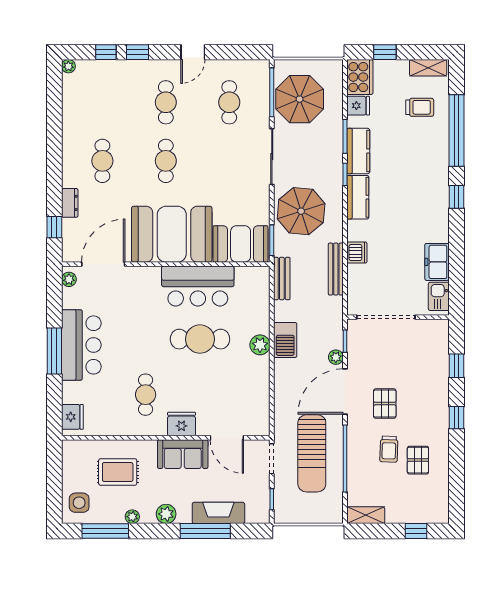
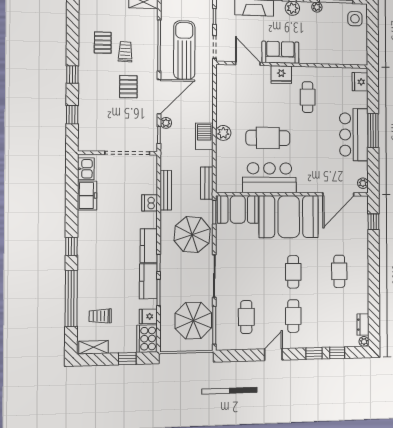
dresser: (70, 203) -> (363, 325), moved
rug: (118, 472) -> (327, 40), removed

